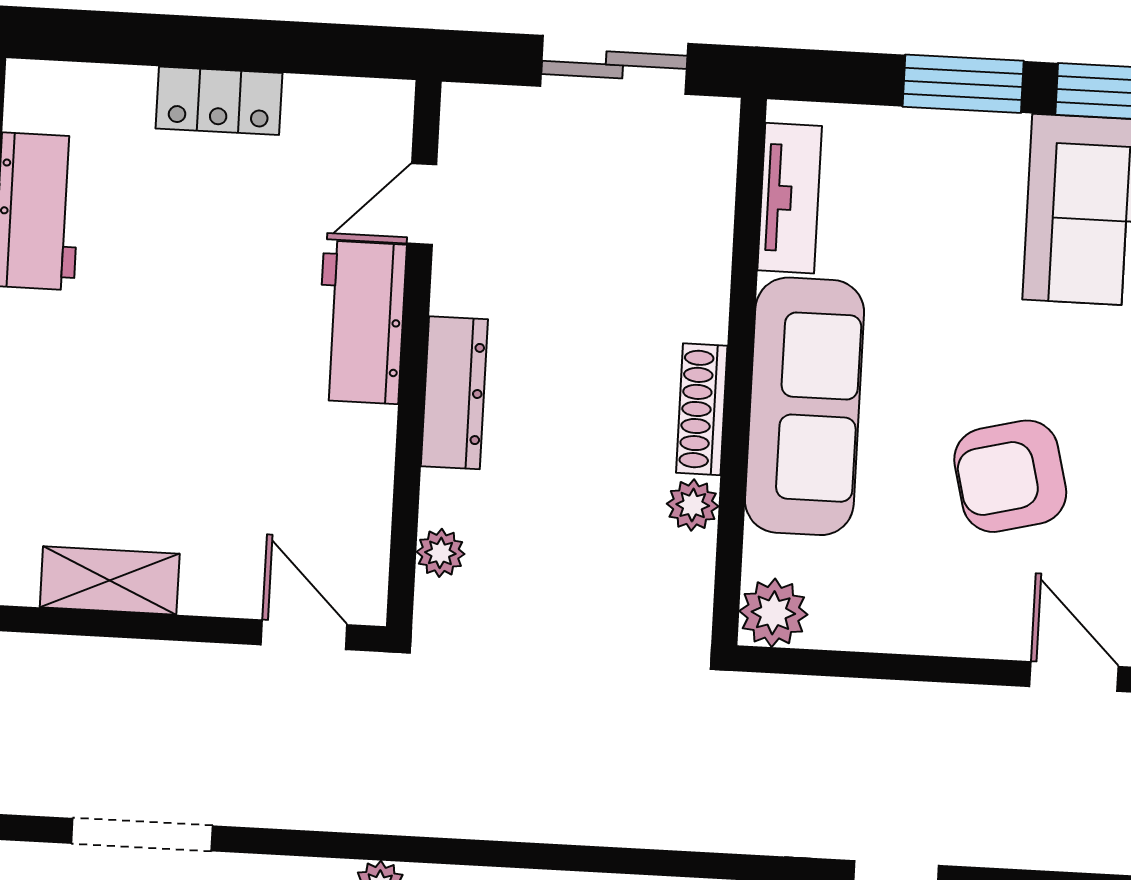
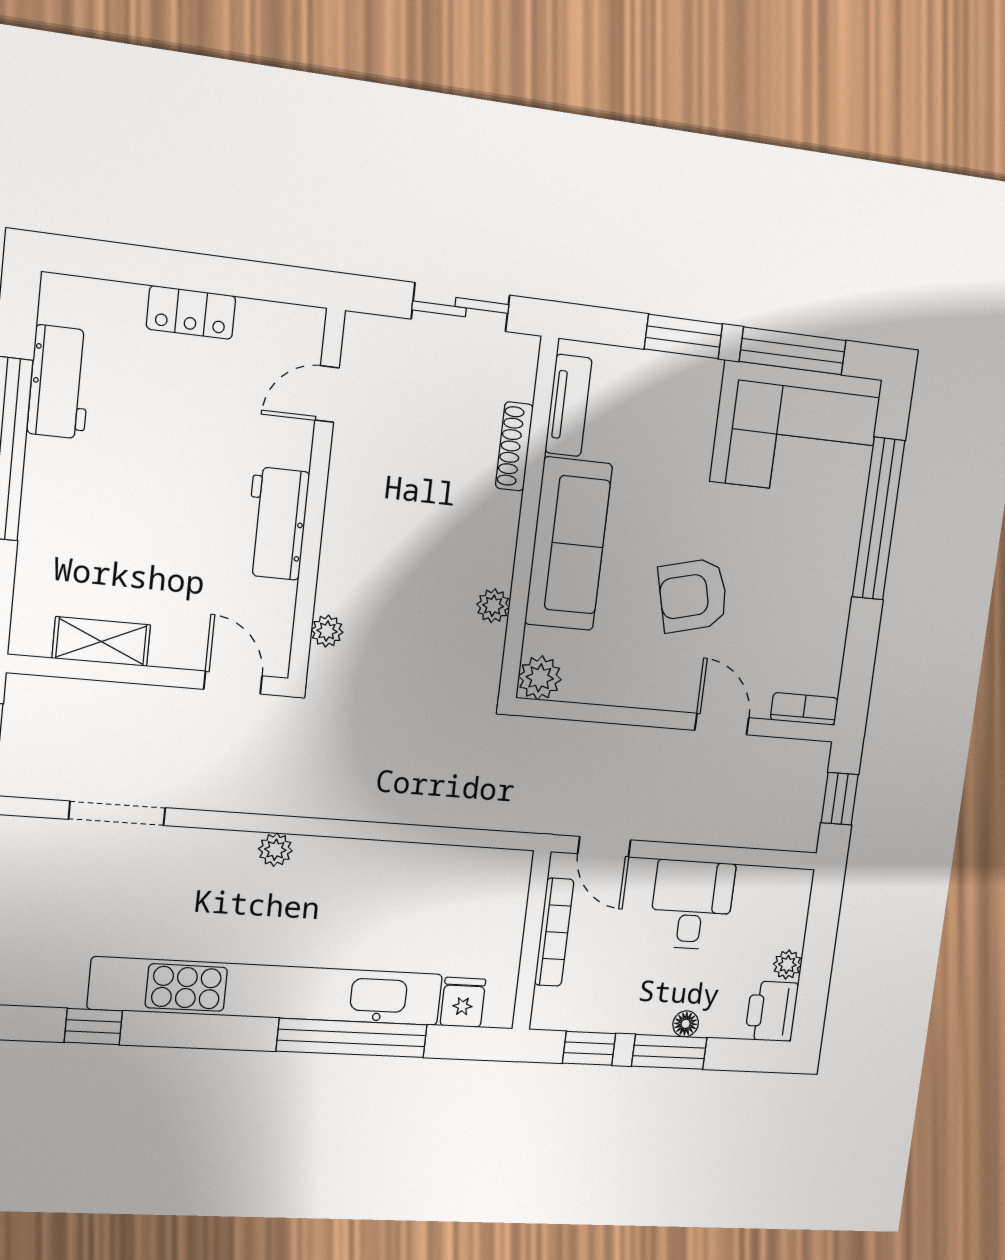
workbench: (361, 322) -> (277, 524), moved
dresser: (454, 393) -> (342, 524), removed
shoe rack: (702, 409) -> (514, 446), moved

